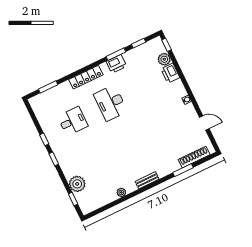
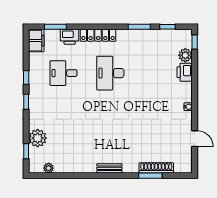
printer: (116, 64) -> (70, 37), moved
filing cabinet: (38, 106) -> (36, 41), added
desk: (73, 121) -> (64, 73), turned 180
shoe rack: (194, 157) -> (156, 168), moved
plant: (121, 192) -> (49, 168), moved

